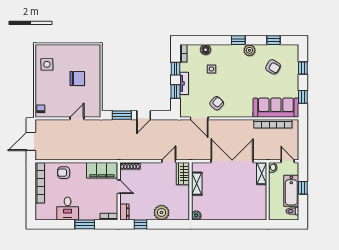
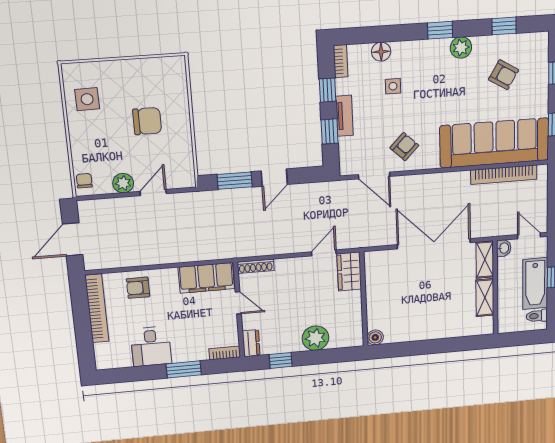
sofa: (276, 108) -> (494, 143), width x1.36, depth x1.27
plant: (61, 112) -> (123, 183), added
shelving: (197, 184) -> (485, 298), moved

